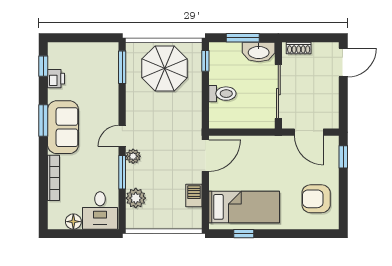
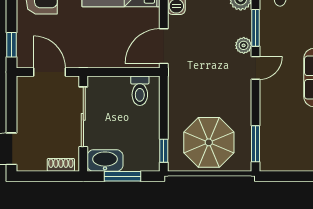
toilet: (222, 94) -> (140, 91), moved, turned -90

